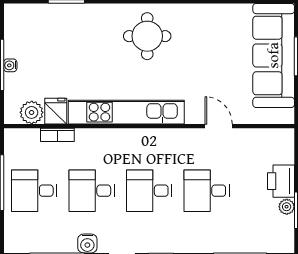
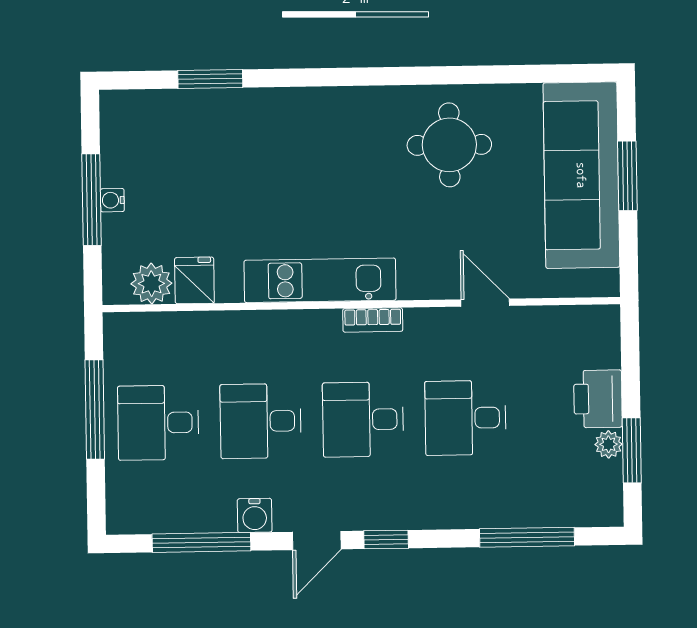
round table: (147, 36) -> (449, 145), moved
kitchen unit: (126, 112) -> (320, 280), width x0.73
bookcase: (57, 135) -> (373, 320), moved

